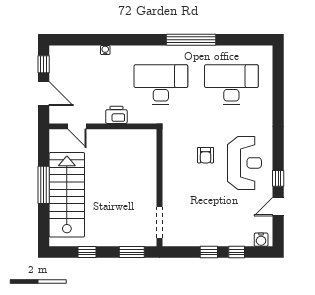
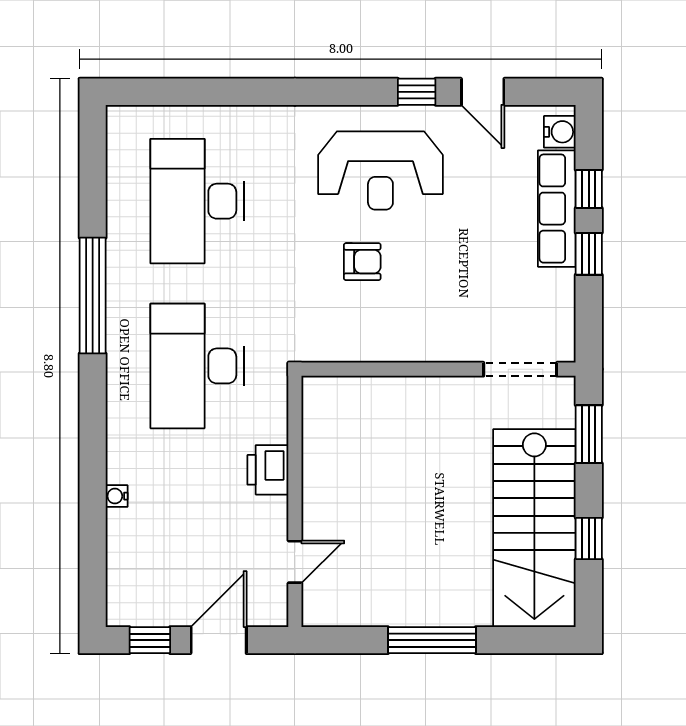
reception desk: (244, 163) -> (380, 170), turned 180
stairs: (67, 195) -> (534, 528), moved, turned -90
row of seats: (228, 238) -> (557, 209), added

